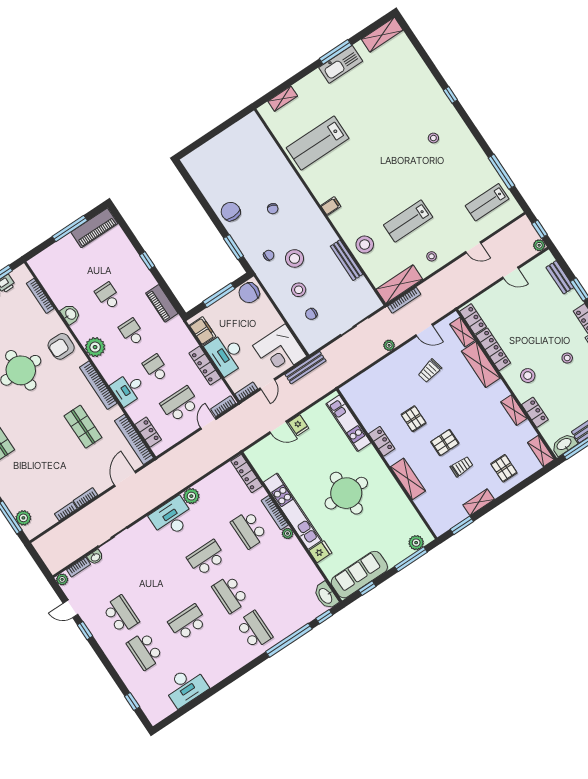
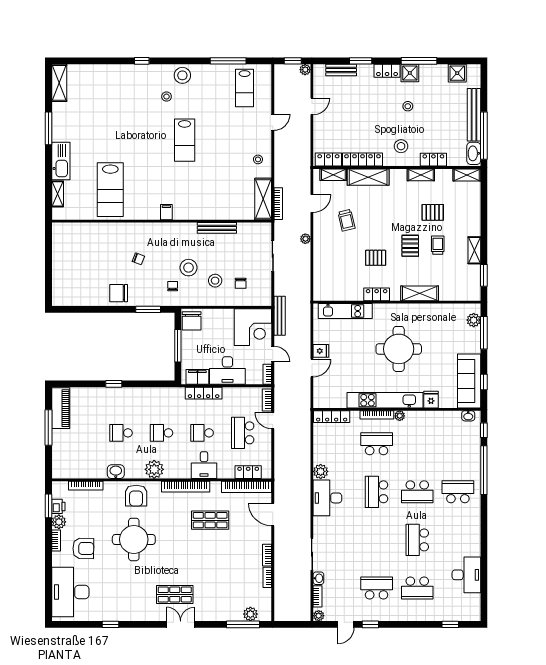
kitchen sink: (341, 64) -> (61, 161), moved
lab bench: (408, 221) -> (185, 140), moved
stool: (365, 245) -> (182, 75), moved
piano: (162, 303) -> (155, 394), removed
locker: (205, 366) -> (204, 393), moved
pallet: (504, 468) -> (433, 212), moved
school desk: (249, 529) -> (377, 444), turned 180
washbasin: (326, 596) -> (468, 416), width x0.52, depth x0.69

